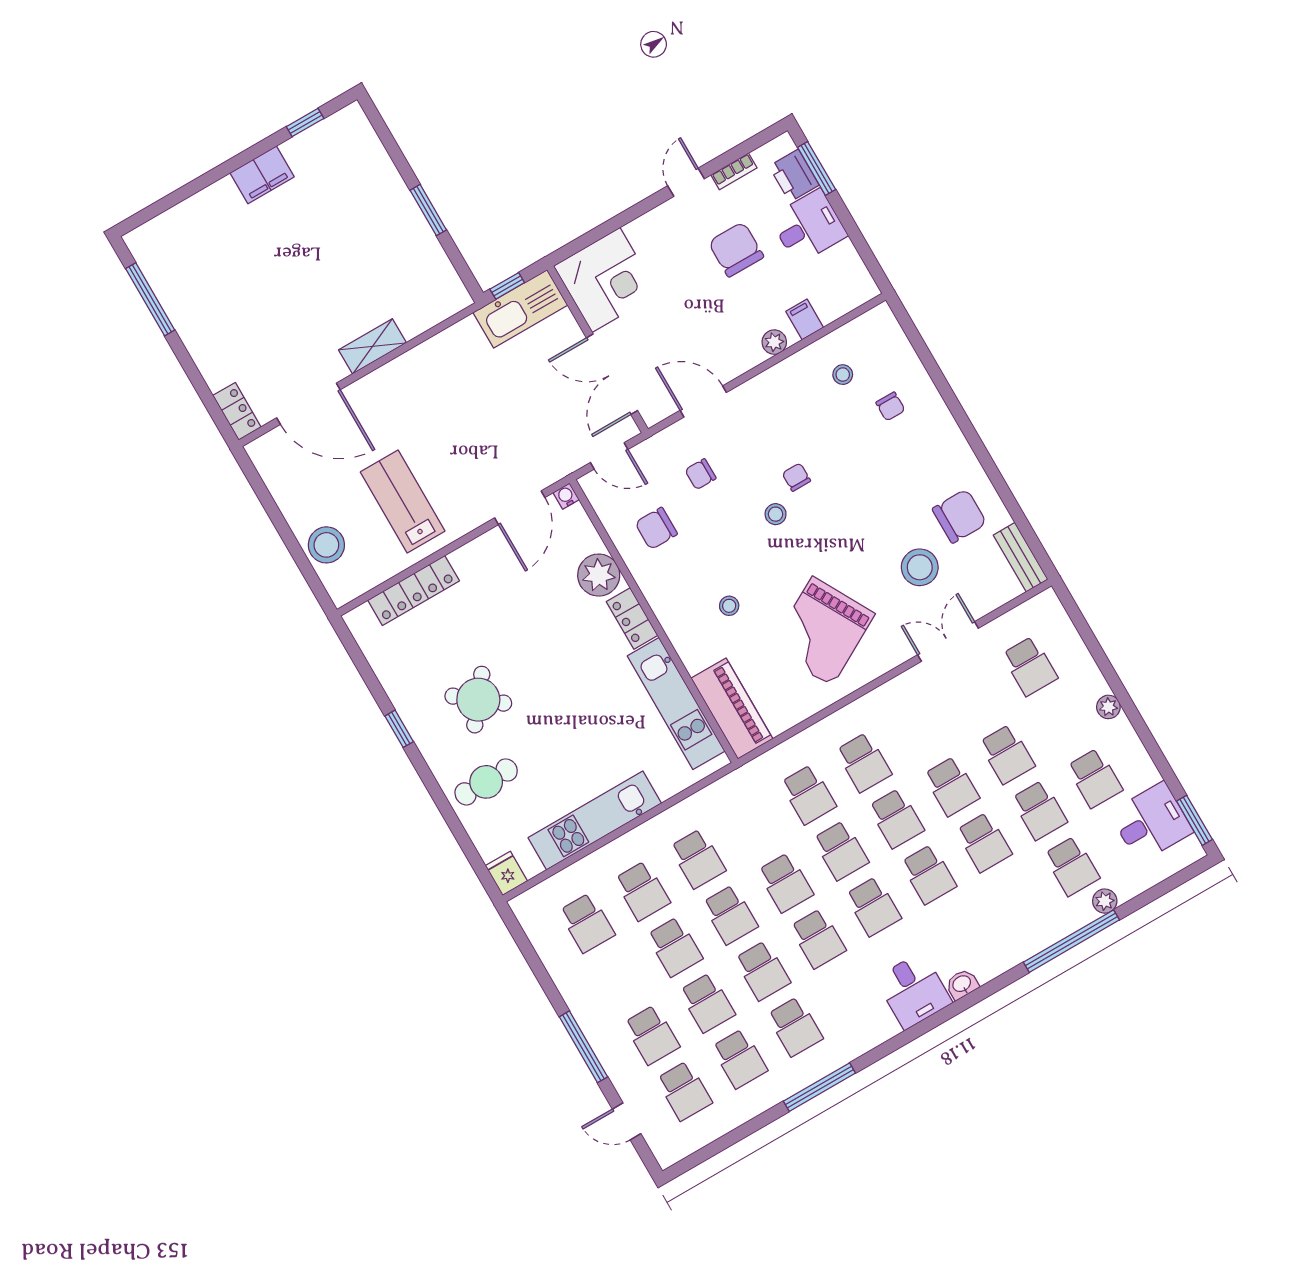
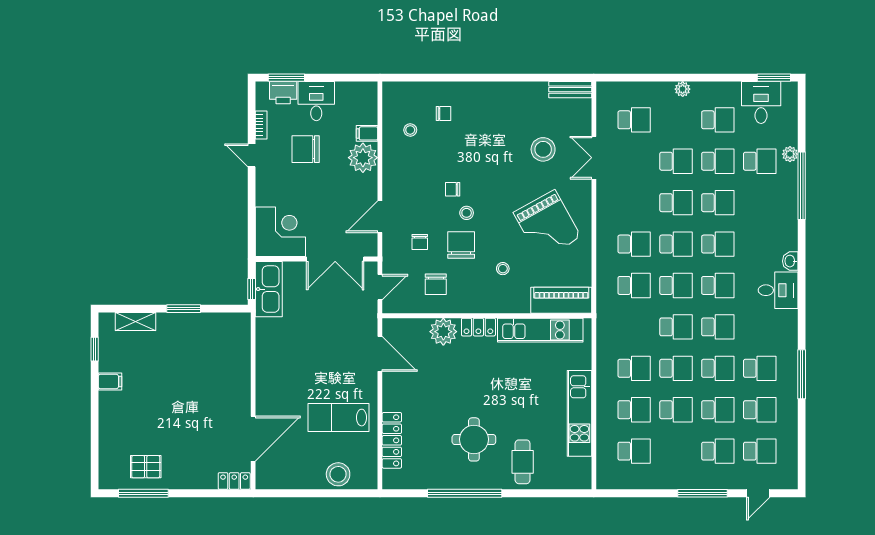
filing cabinet: (262, 175) -> (110, 381), width x0.50
pallet: (188, 282) -> (146, 467), added
plant: (774, 342) -> (363, 158), width x1.87, depth x1.87
shelving: (372, 346) -> (135, 321), moved, turned 90
water cooler: (566, 496) -> (388, 324), removed
chair: (959, 516) -> (461, 245), moved
round table: (478, 700) -> (474, 439), turned -38
window: (399, 729) -> (465, 493), width x3.17
fridge: (506, 873) -> (580, 480), removed

